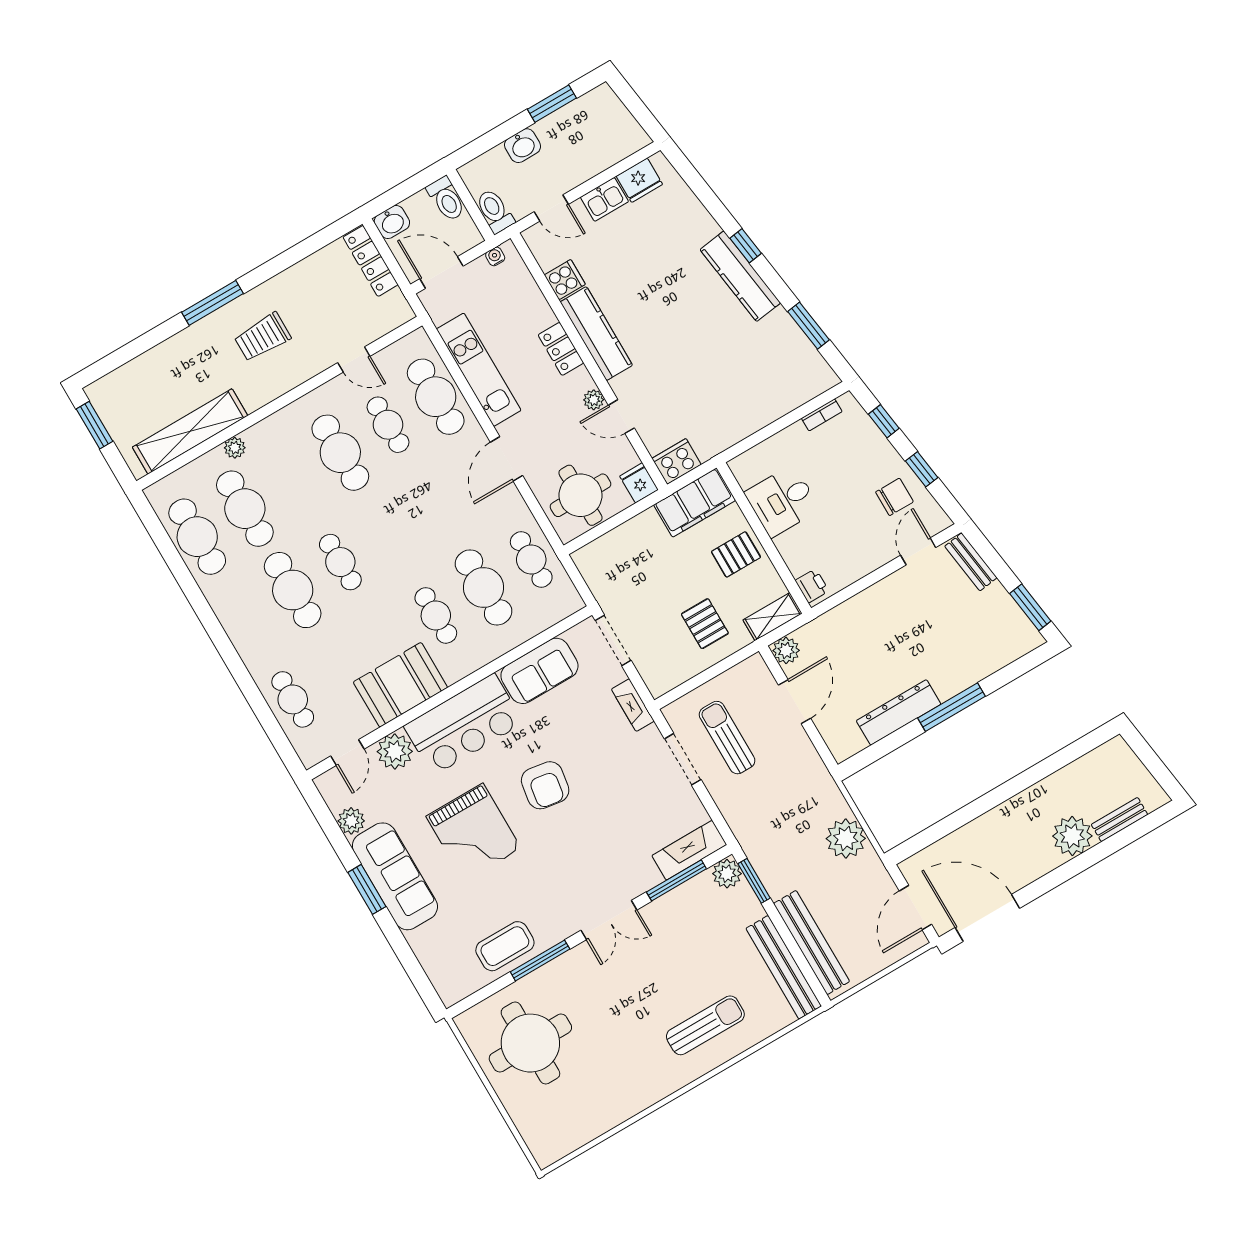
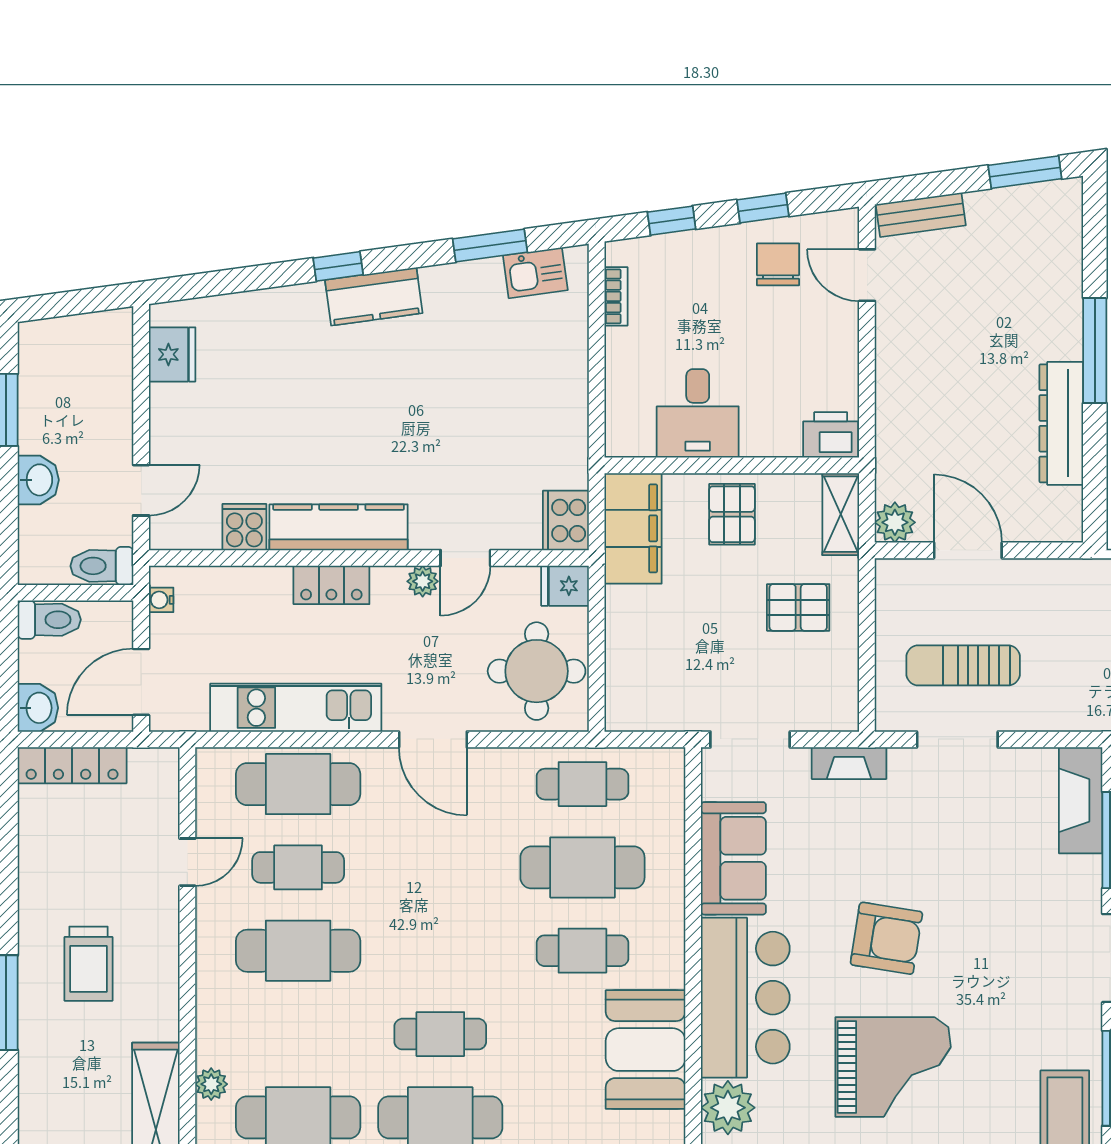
kitchen sink: (604, 199) -> (535, 273), moved, turned 82
kitchen counter: (740, 276) -> (374, 297), width x0.67
printer: (812, 586) -> (831, 435), width x1.36, depth x1.24

